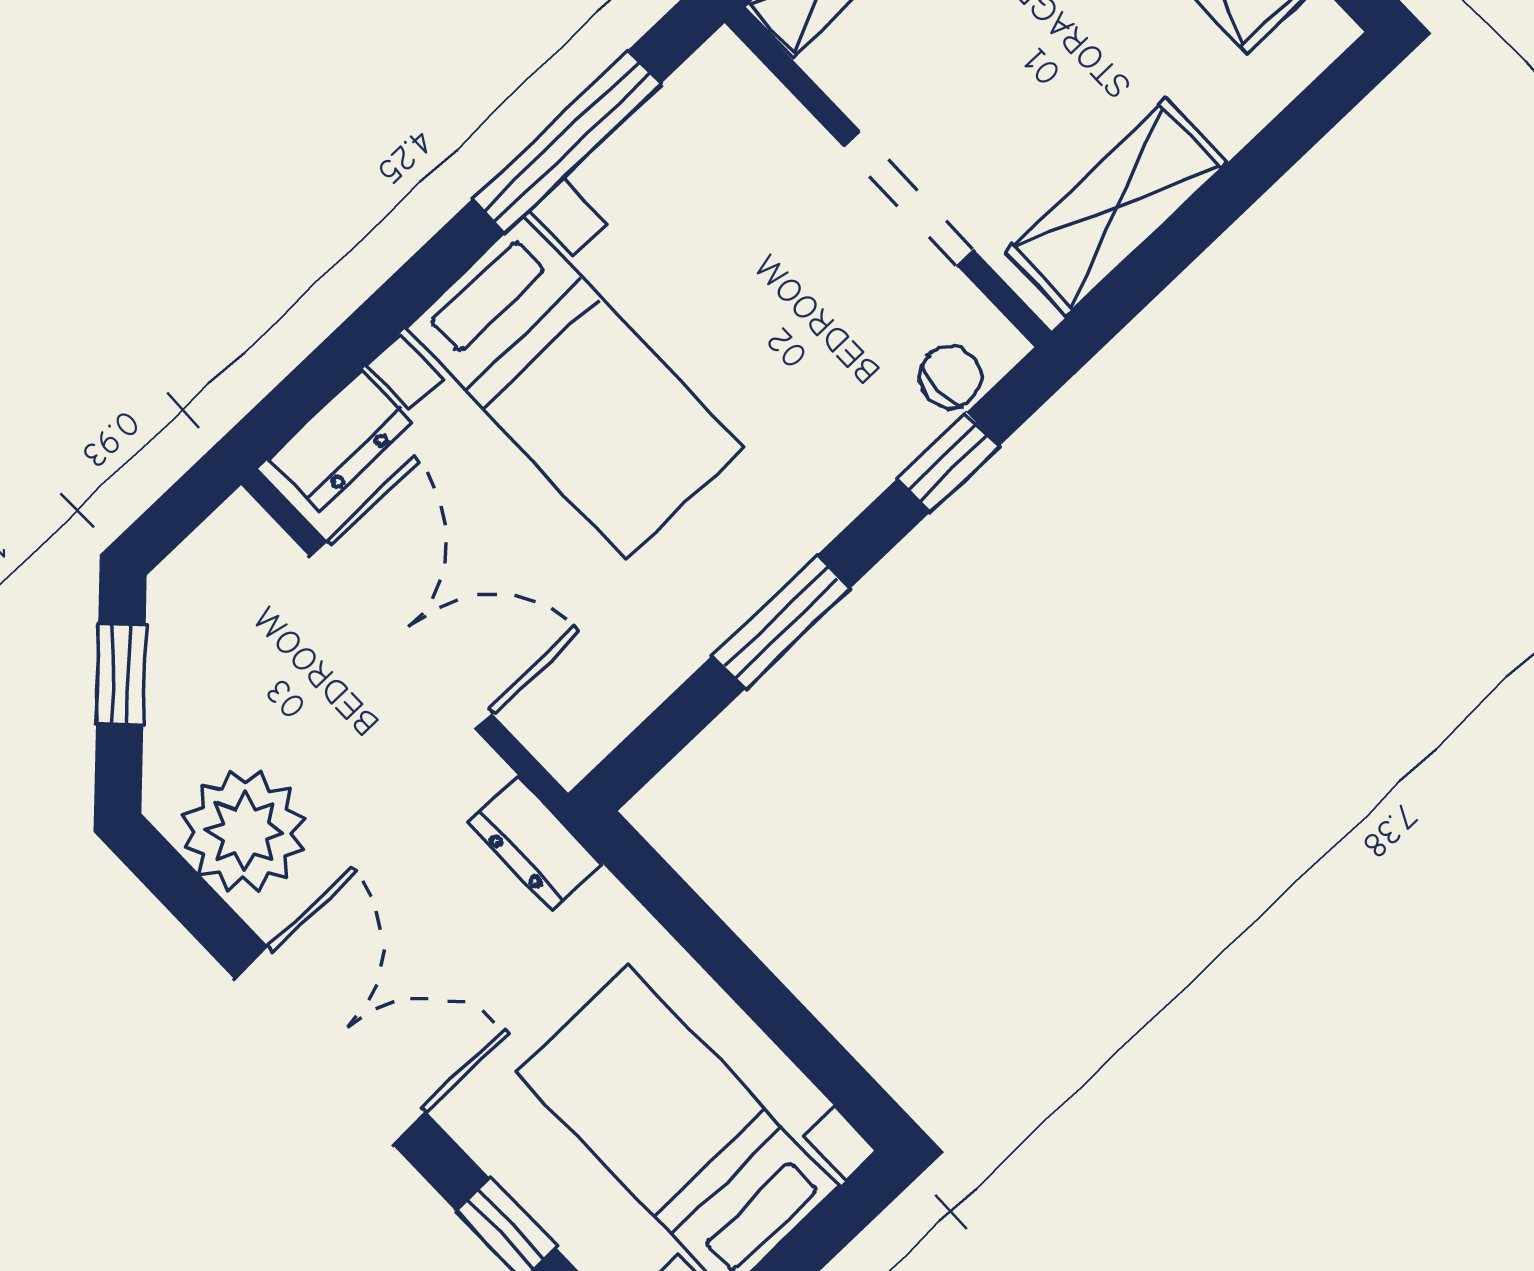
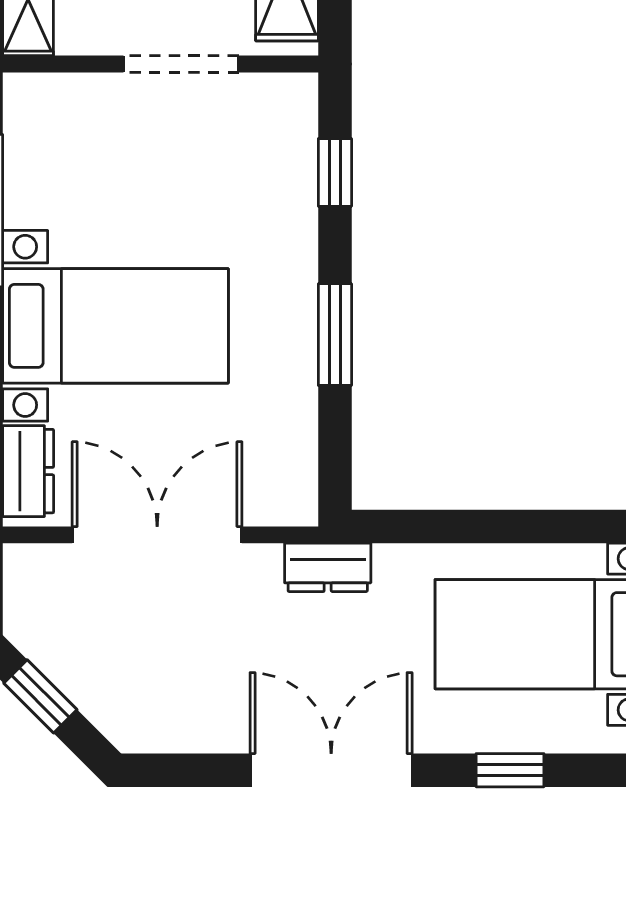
chair: (950, 377) -> (292, 129), removed
plant: (244, 831) -> (180, 710), removed

